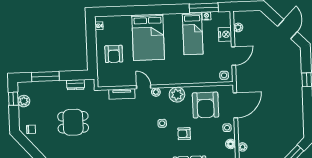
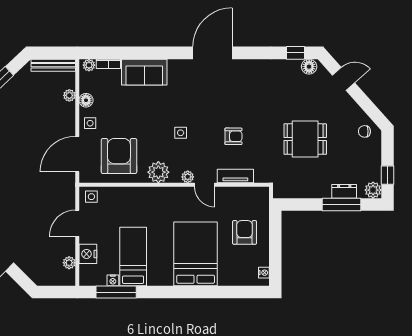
dresser: (75, 85) -> (344, 191), moved
plant: (24, 101) -> (373, 190), moved
armchair: (184, 134) -> (233, 136), moved

